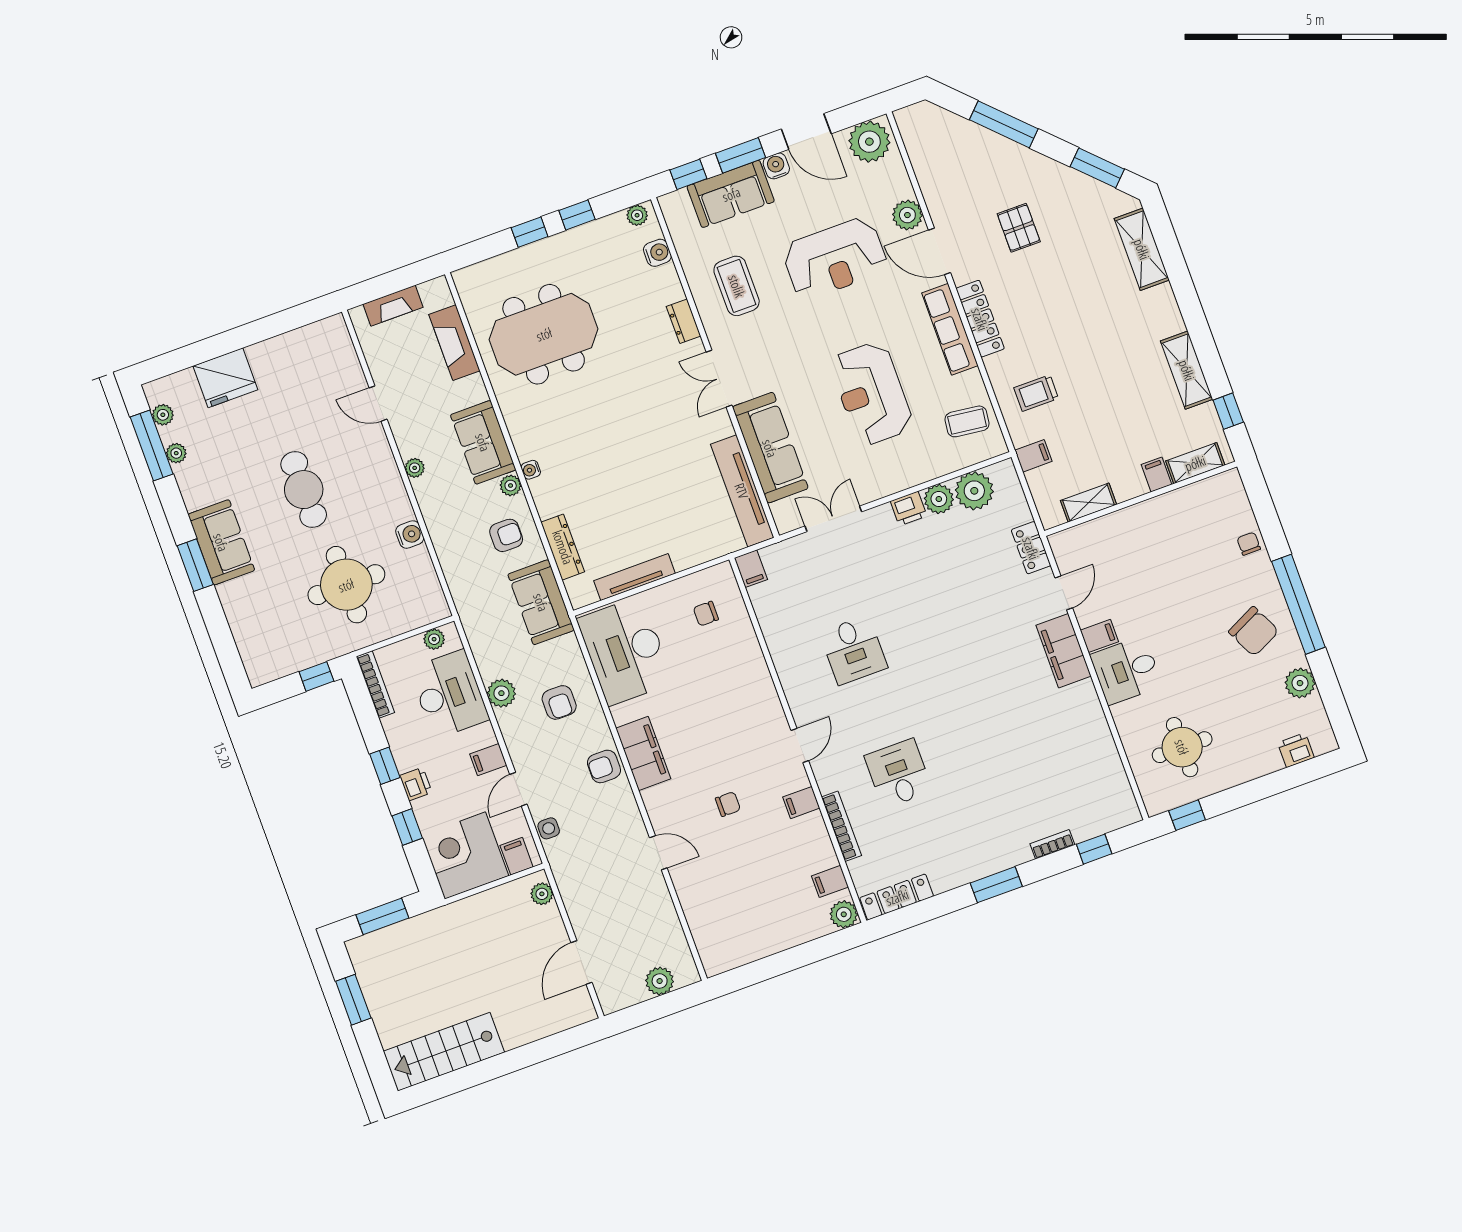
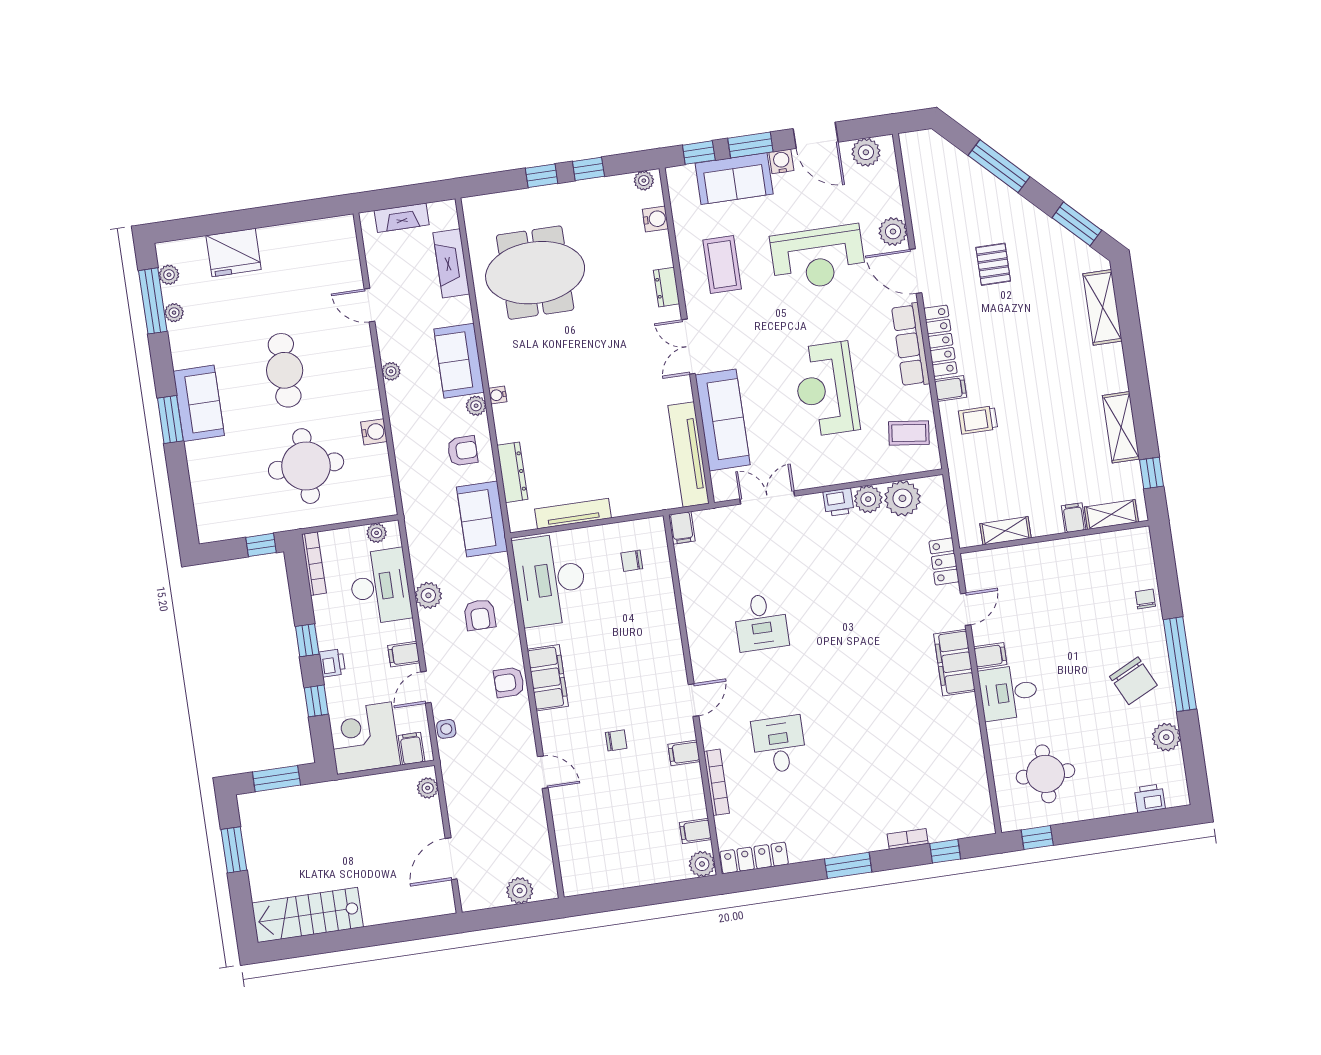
plant: (869, 142) -> (866, 152), width x0.73, depth x0.73
filing cabinet: (1033, 456) -> (950, 389), moved

